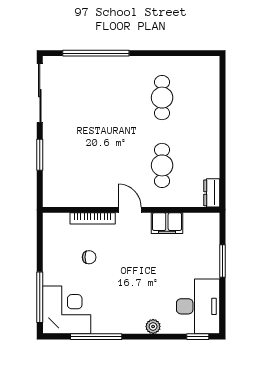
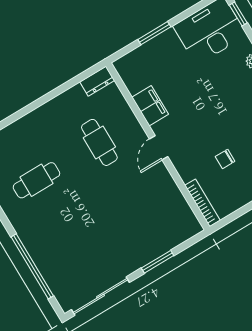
cafe table: (162, 165) -> (99, 142), turned 90
bookcase: (93, 218) -> (202, 203), moved
chair: (89, 257) -> (225, 159), turned -90

